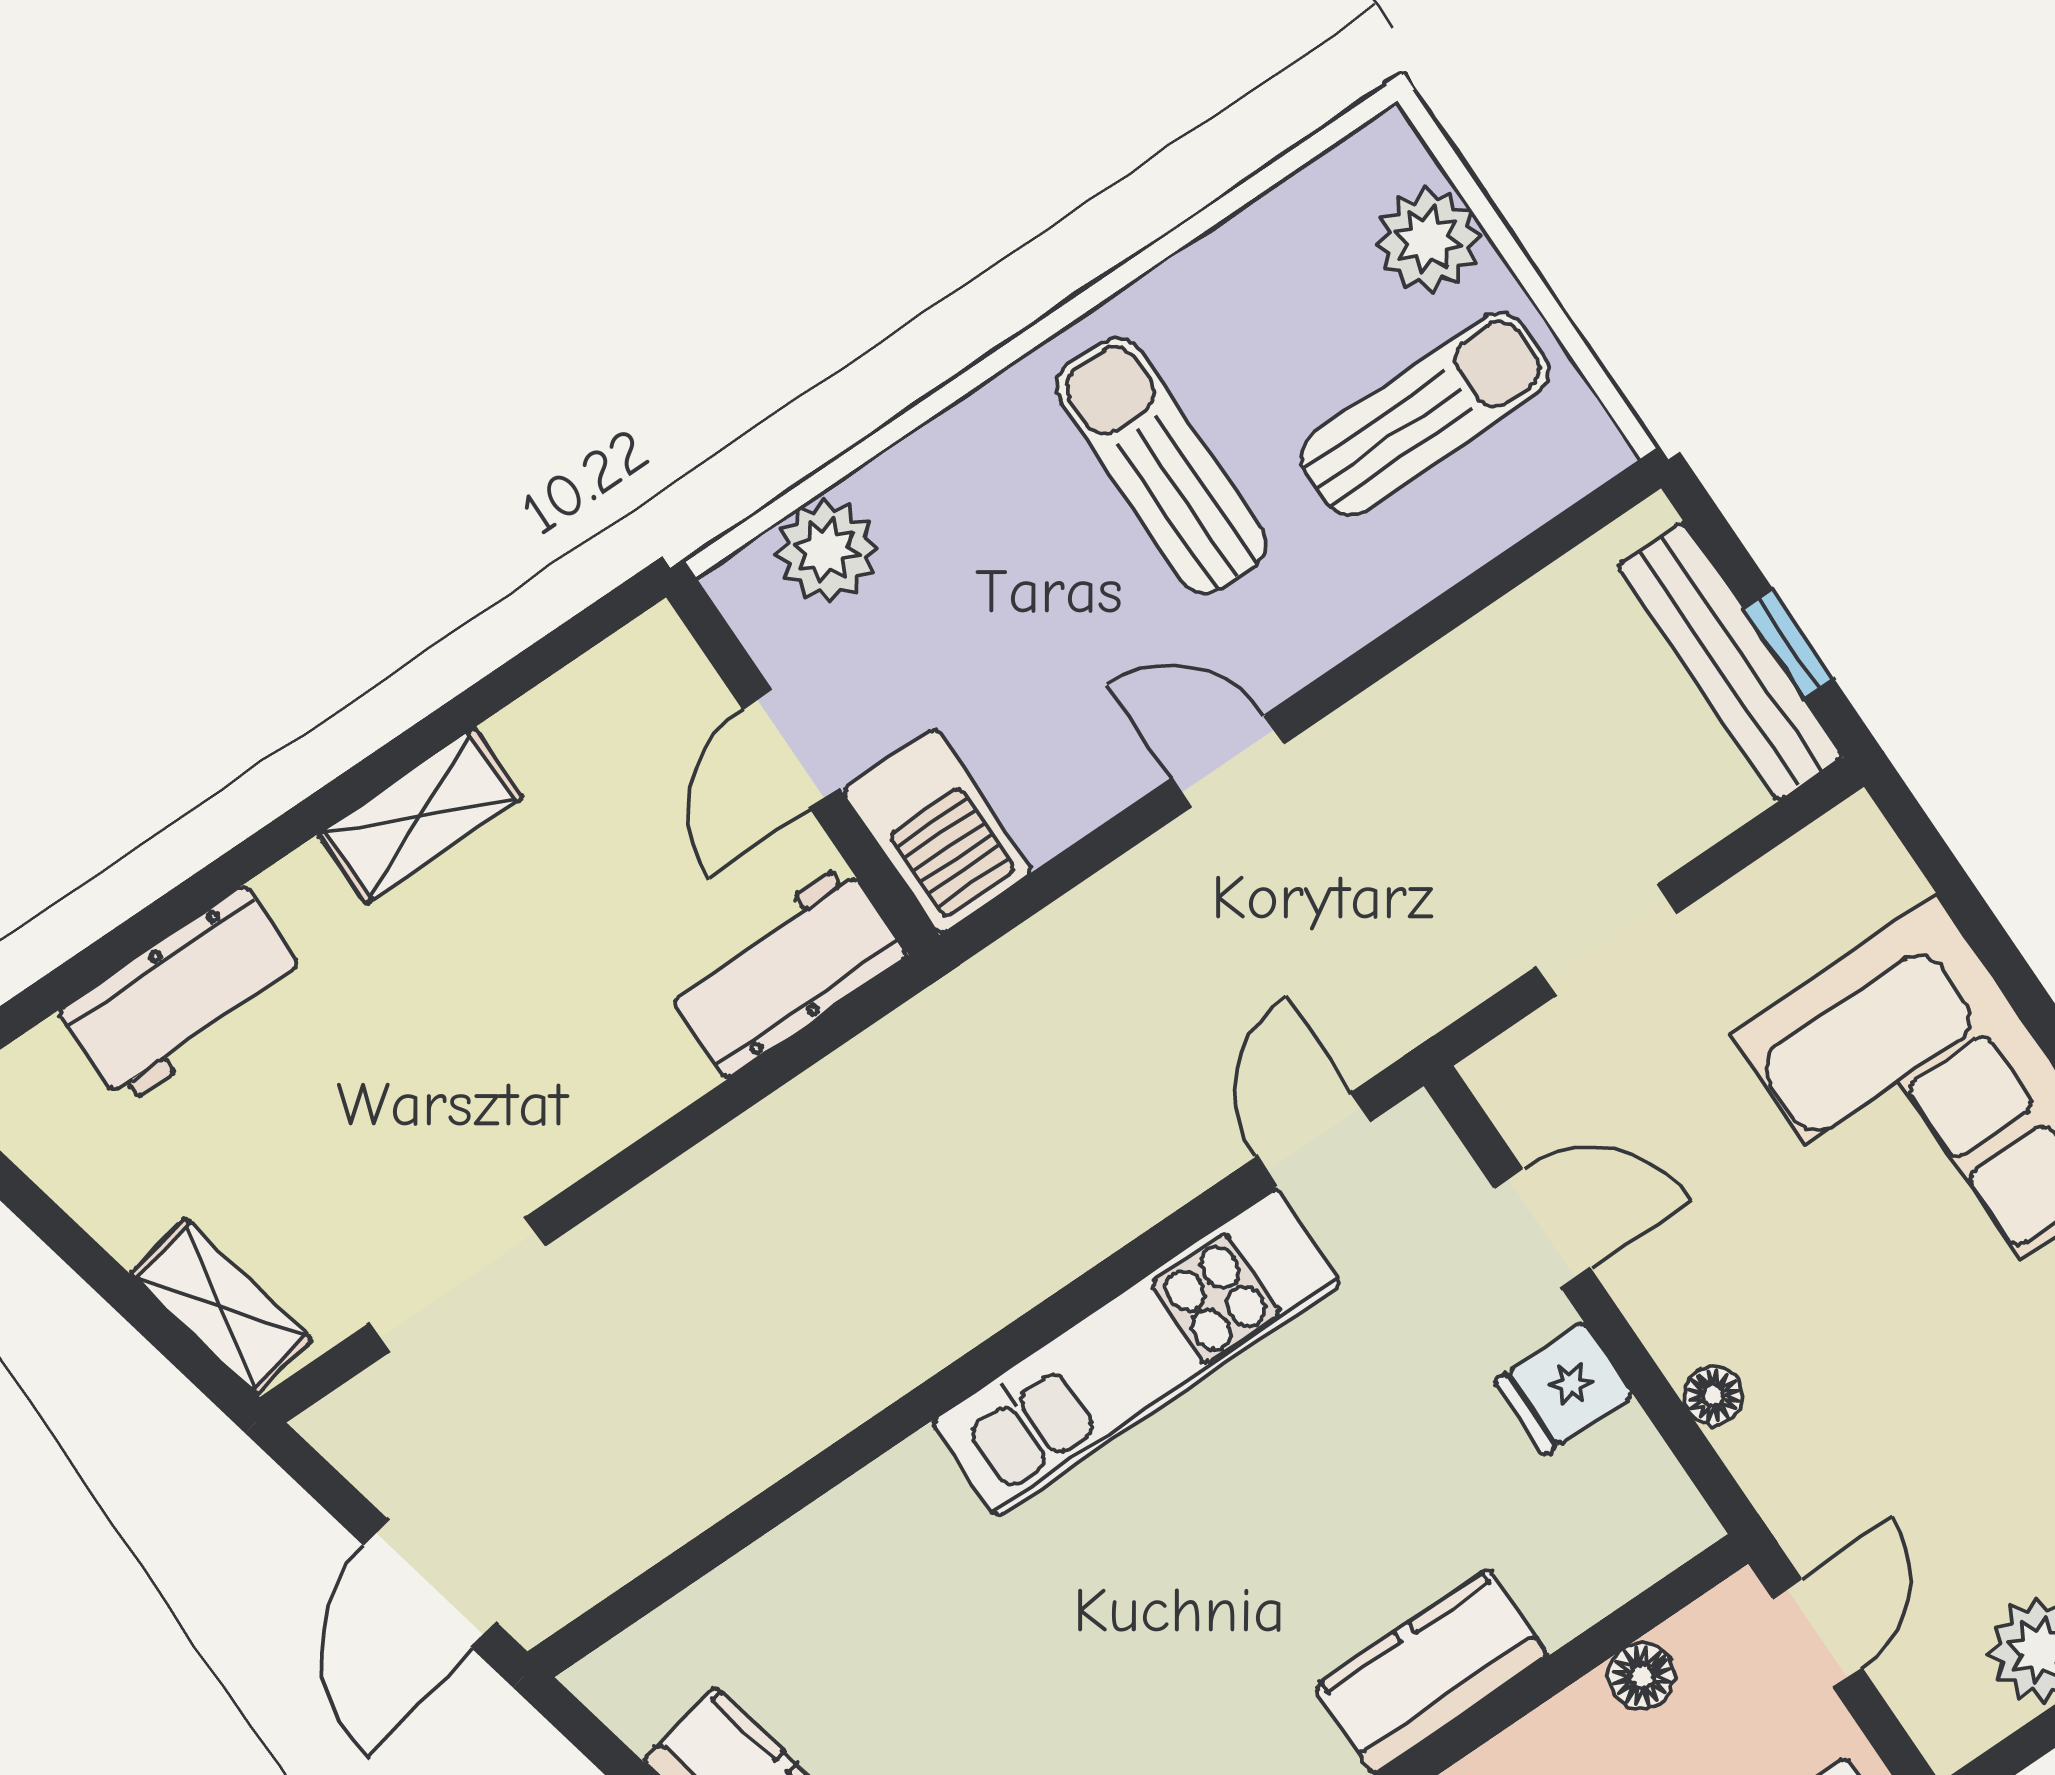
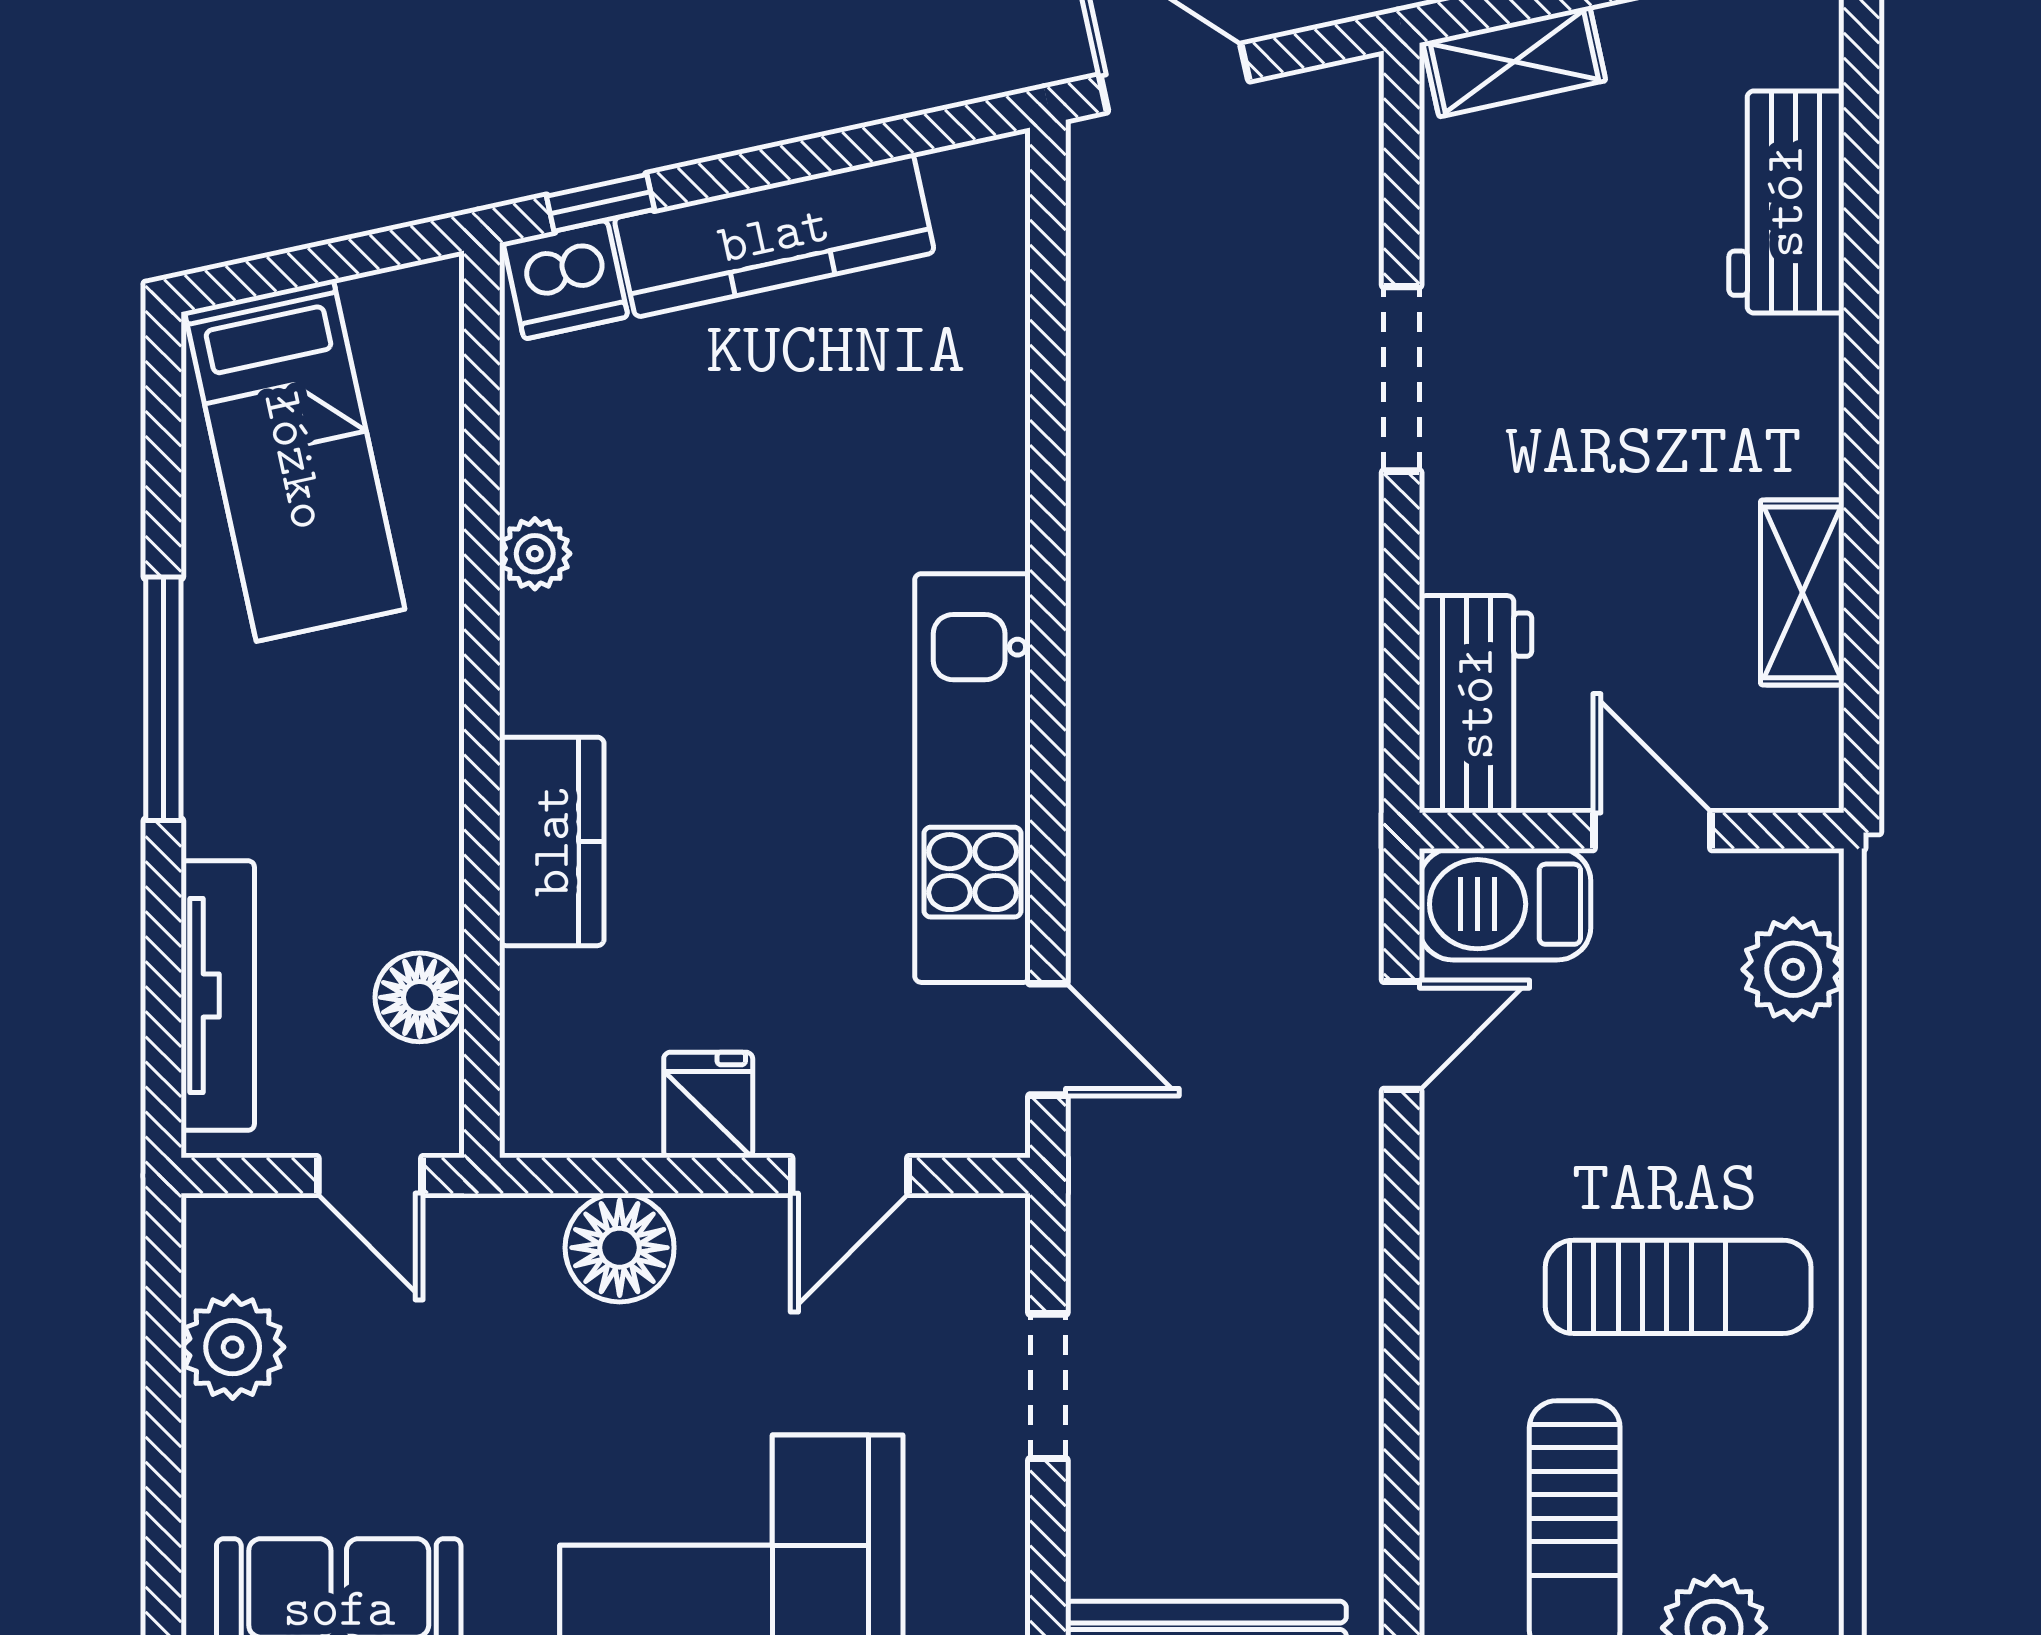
door: (1228, 761) -> (1402, 1035), moved
shelving: (420, 816) -> (1802, 592), moved
doorway: (457, 1285) -> (1402, 379), moved
floor lamp: (1713, 1396) -> (620, 1248), width x1.89, depth x1.89
floor lamp: (1642, 1676) -> (420, 997), width x1.37, depth x1.37

